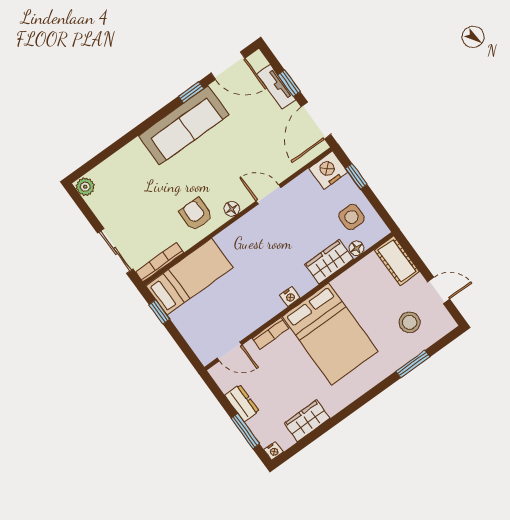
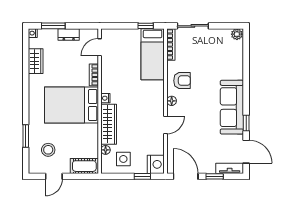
door: (228, 66) -> (246, 152), swing flipped
tv unit: (276, 87) -> (230, 168), moved
wardrobe: (329, 262) -> (109, 124), width x1.50

